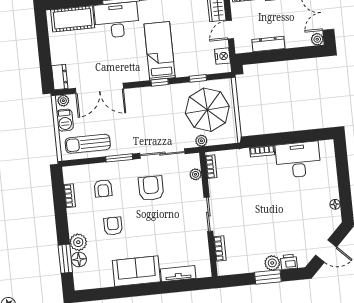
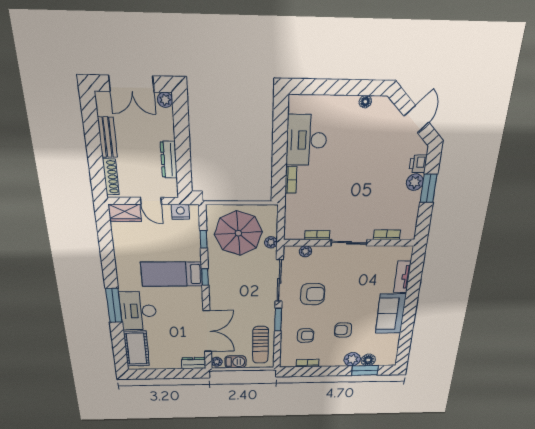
bookcase: (211, 167) -> (317, 235), moved
armchair: (151, 188) -> (313, 294), turned 180

